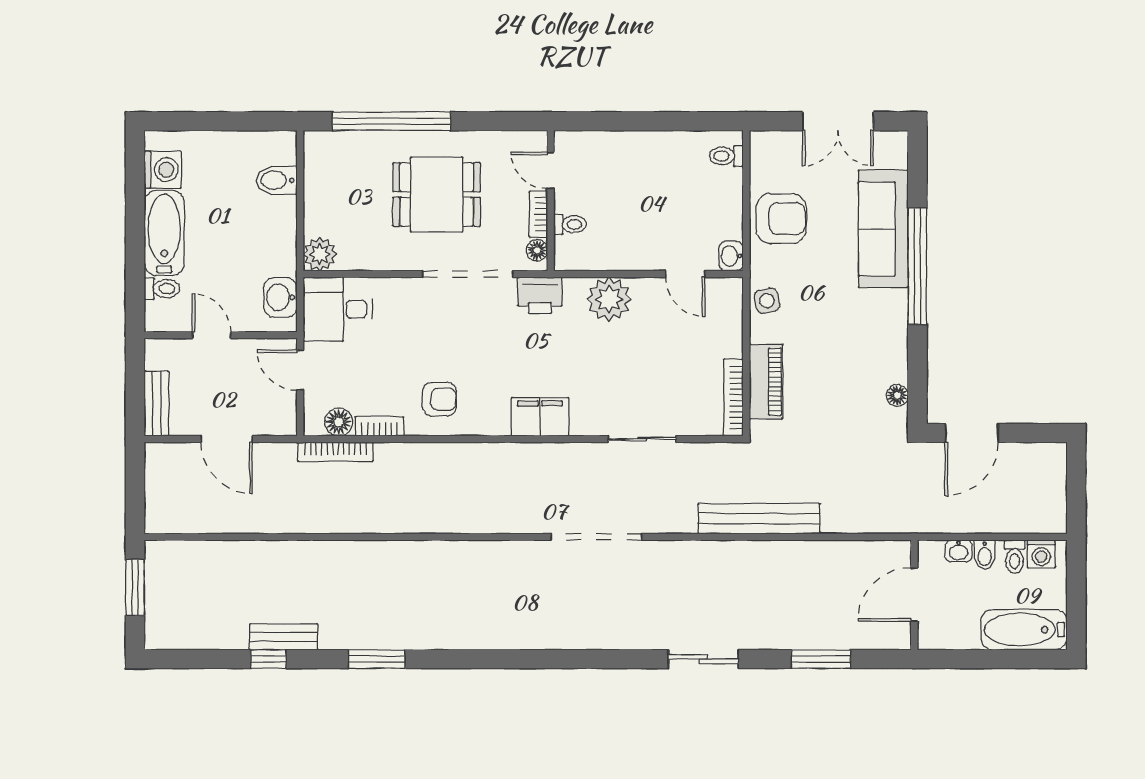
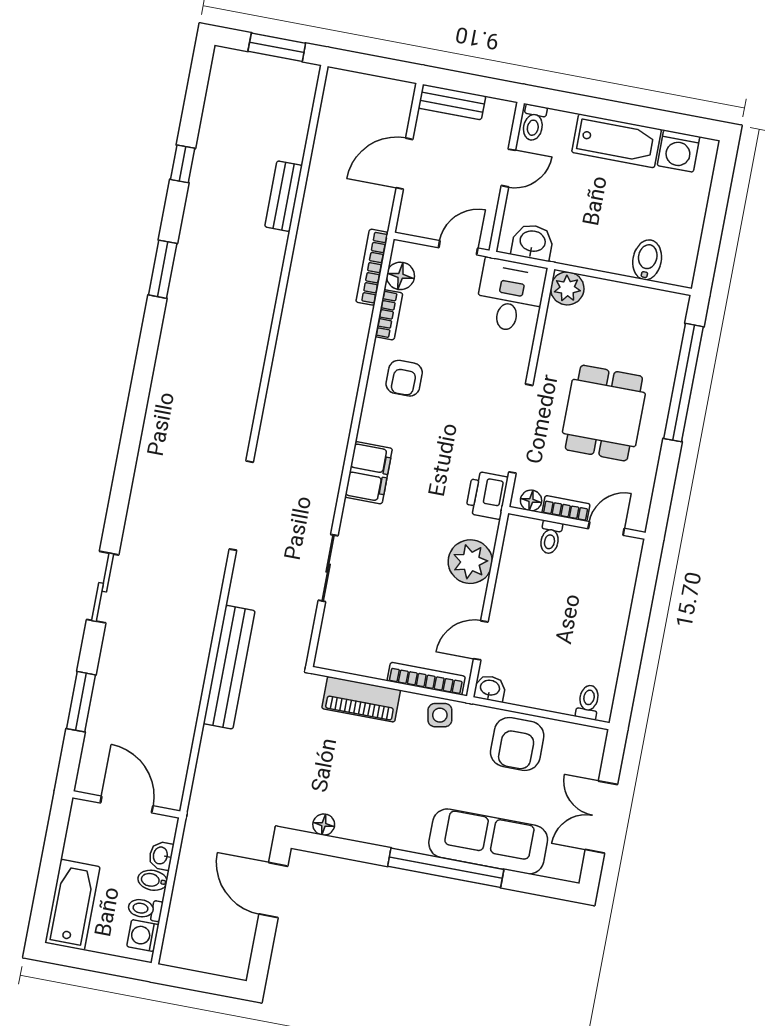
toilet: (162, 289) -> (534, 123), moved
bookcase: (733, 398) -> (426, 679), moved
bench: (284, 637) -> (284, 196), moved

